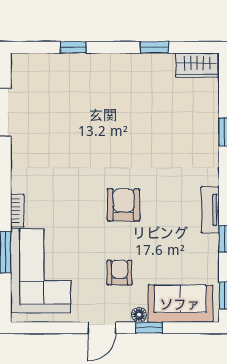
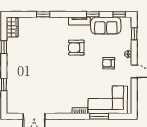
armchair: (123, 205) -> (76, 48), moved
sofa: (180, 304) -> (106, 26), moved, turned -90
window: (149, 328) -> (134, 34), moved

